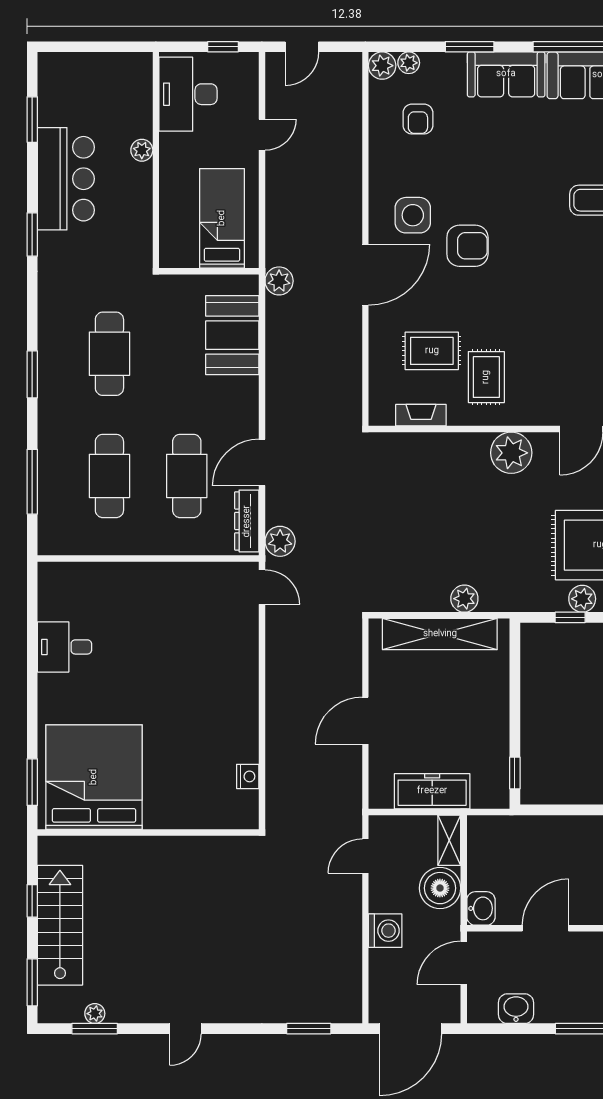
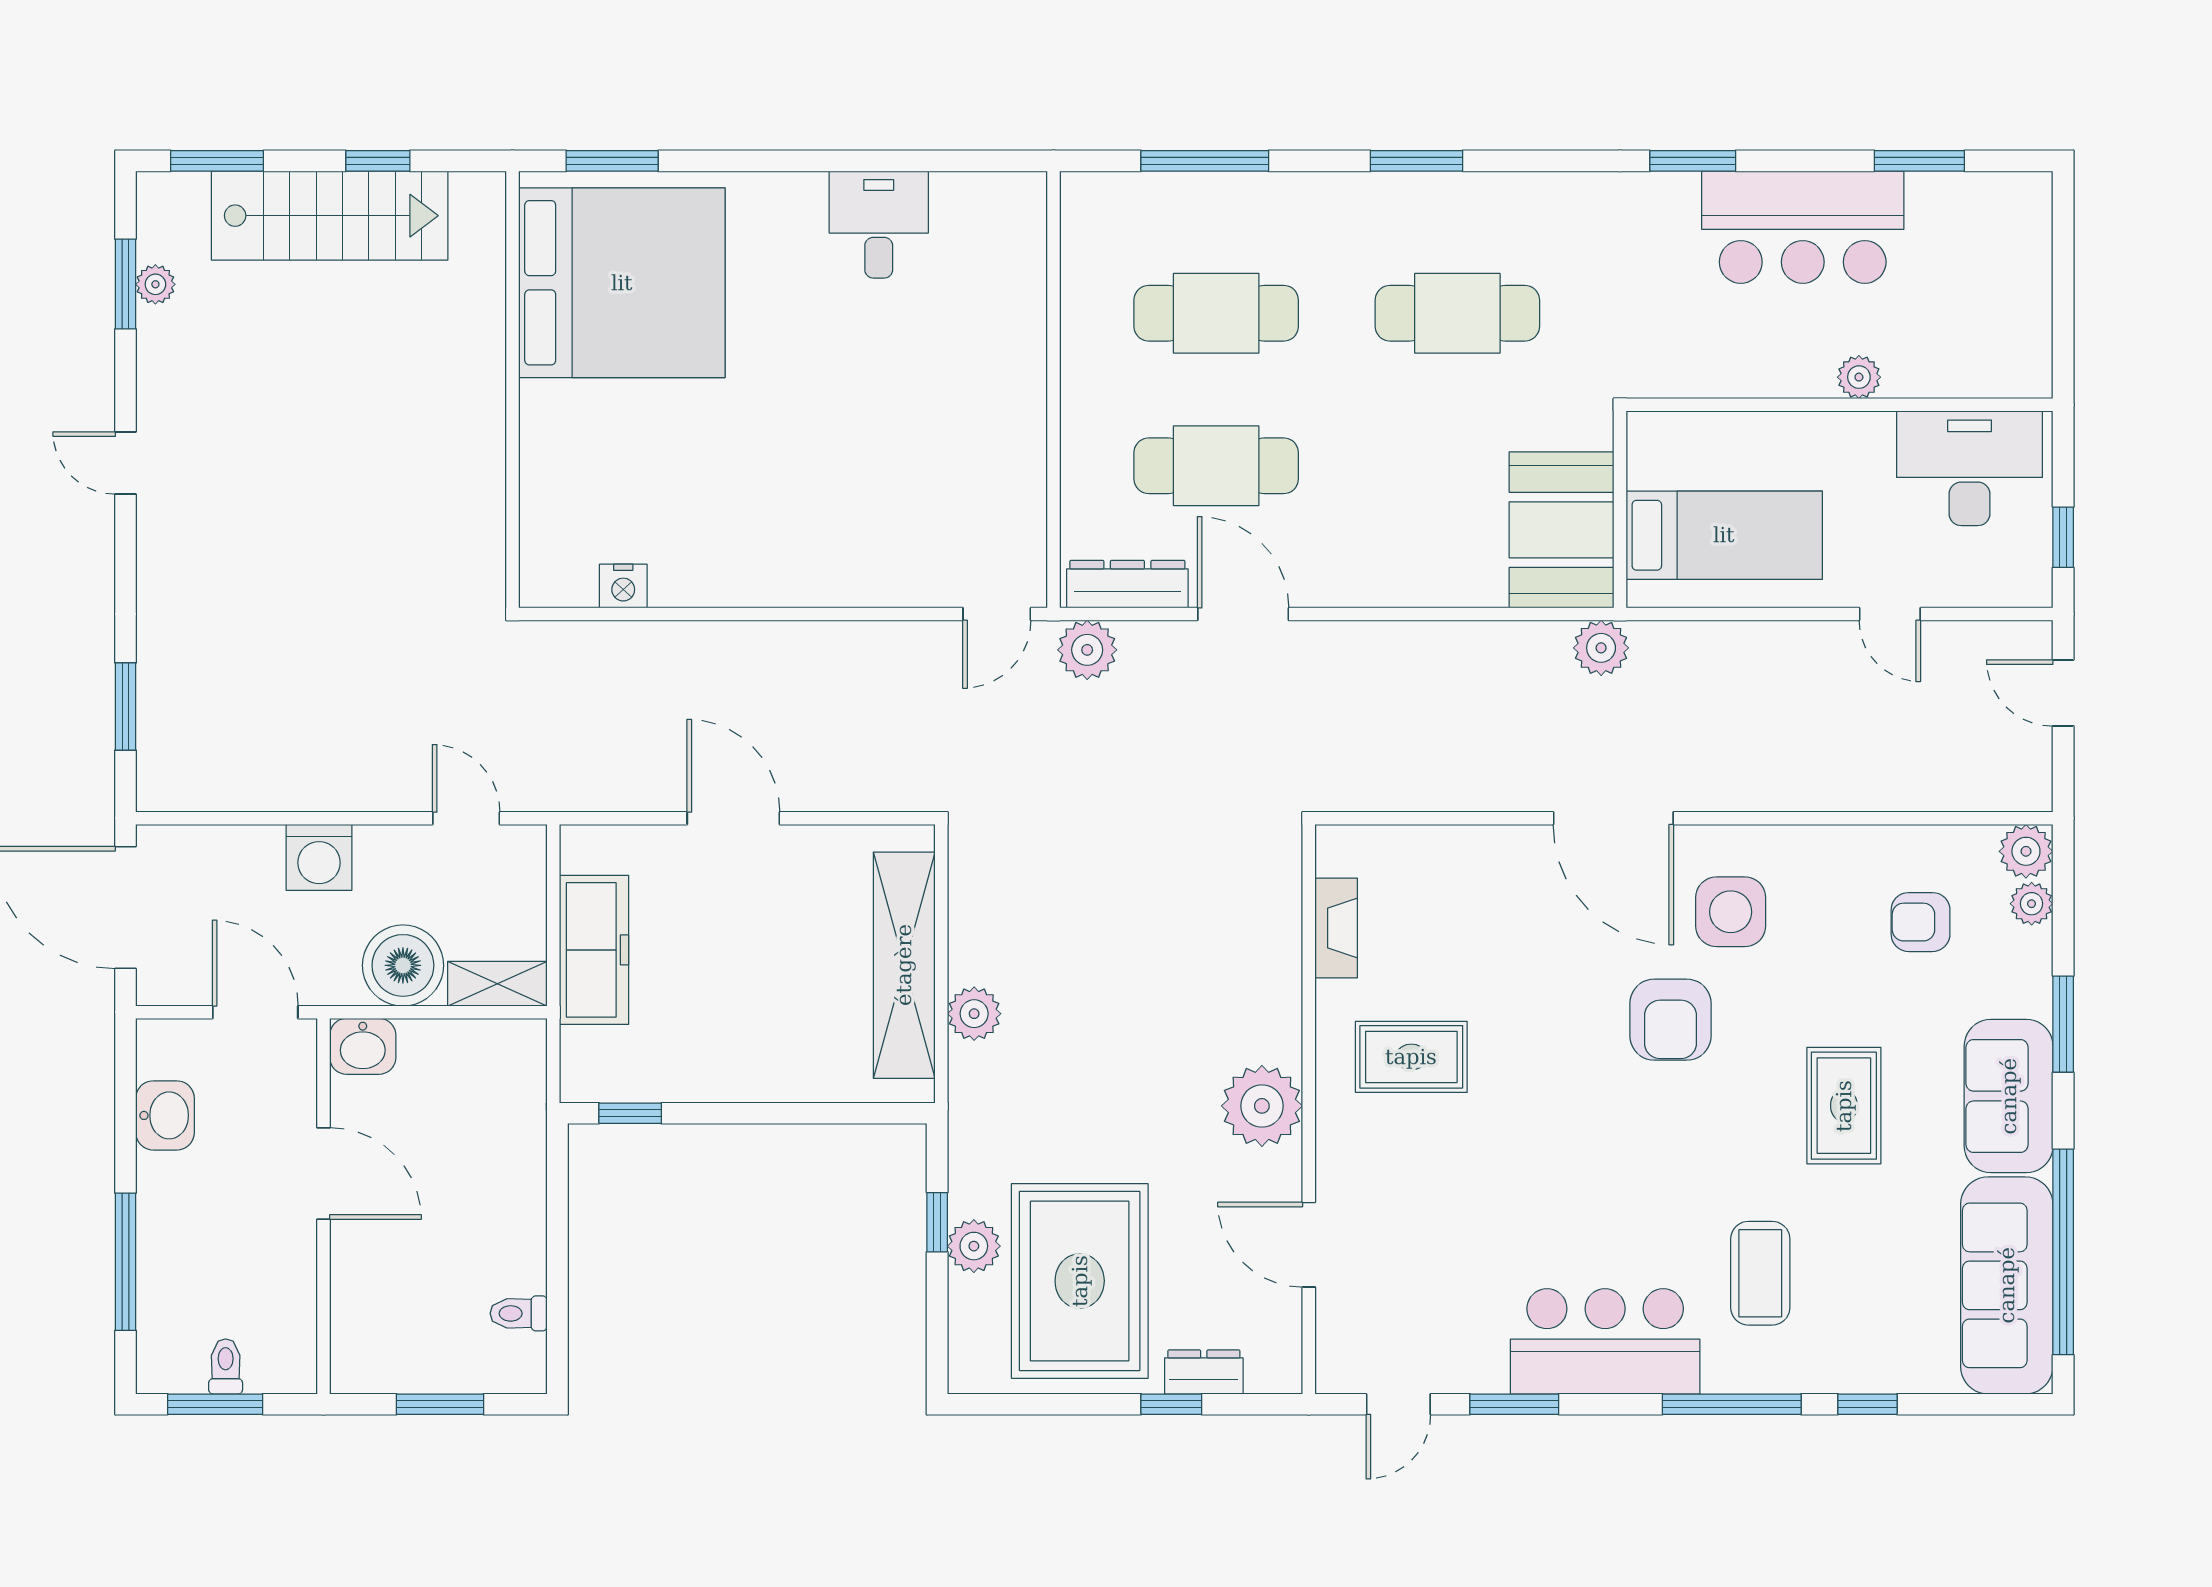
booth: (232, 335) -> (1562, 530), moved, turned 90
rug: (432, 351) -> (1844, 1106), moved

